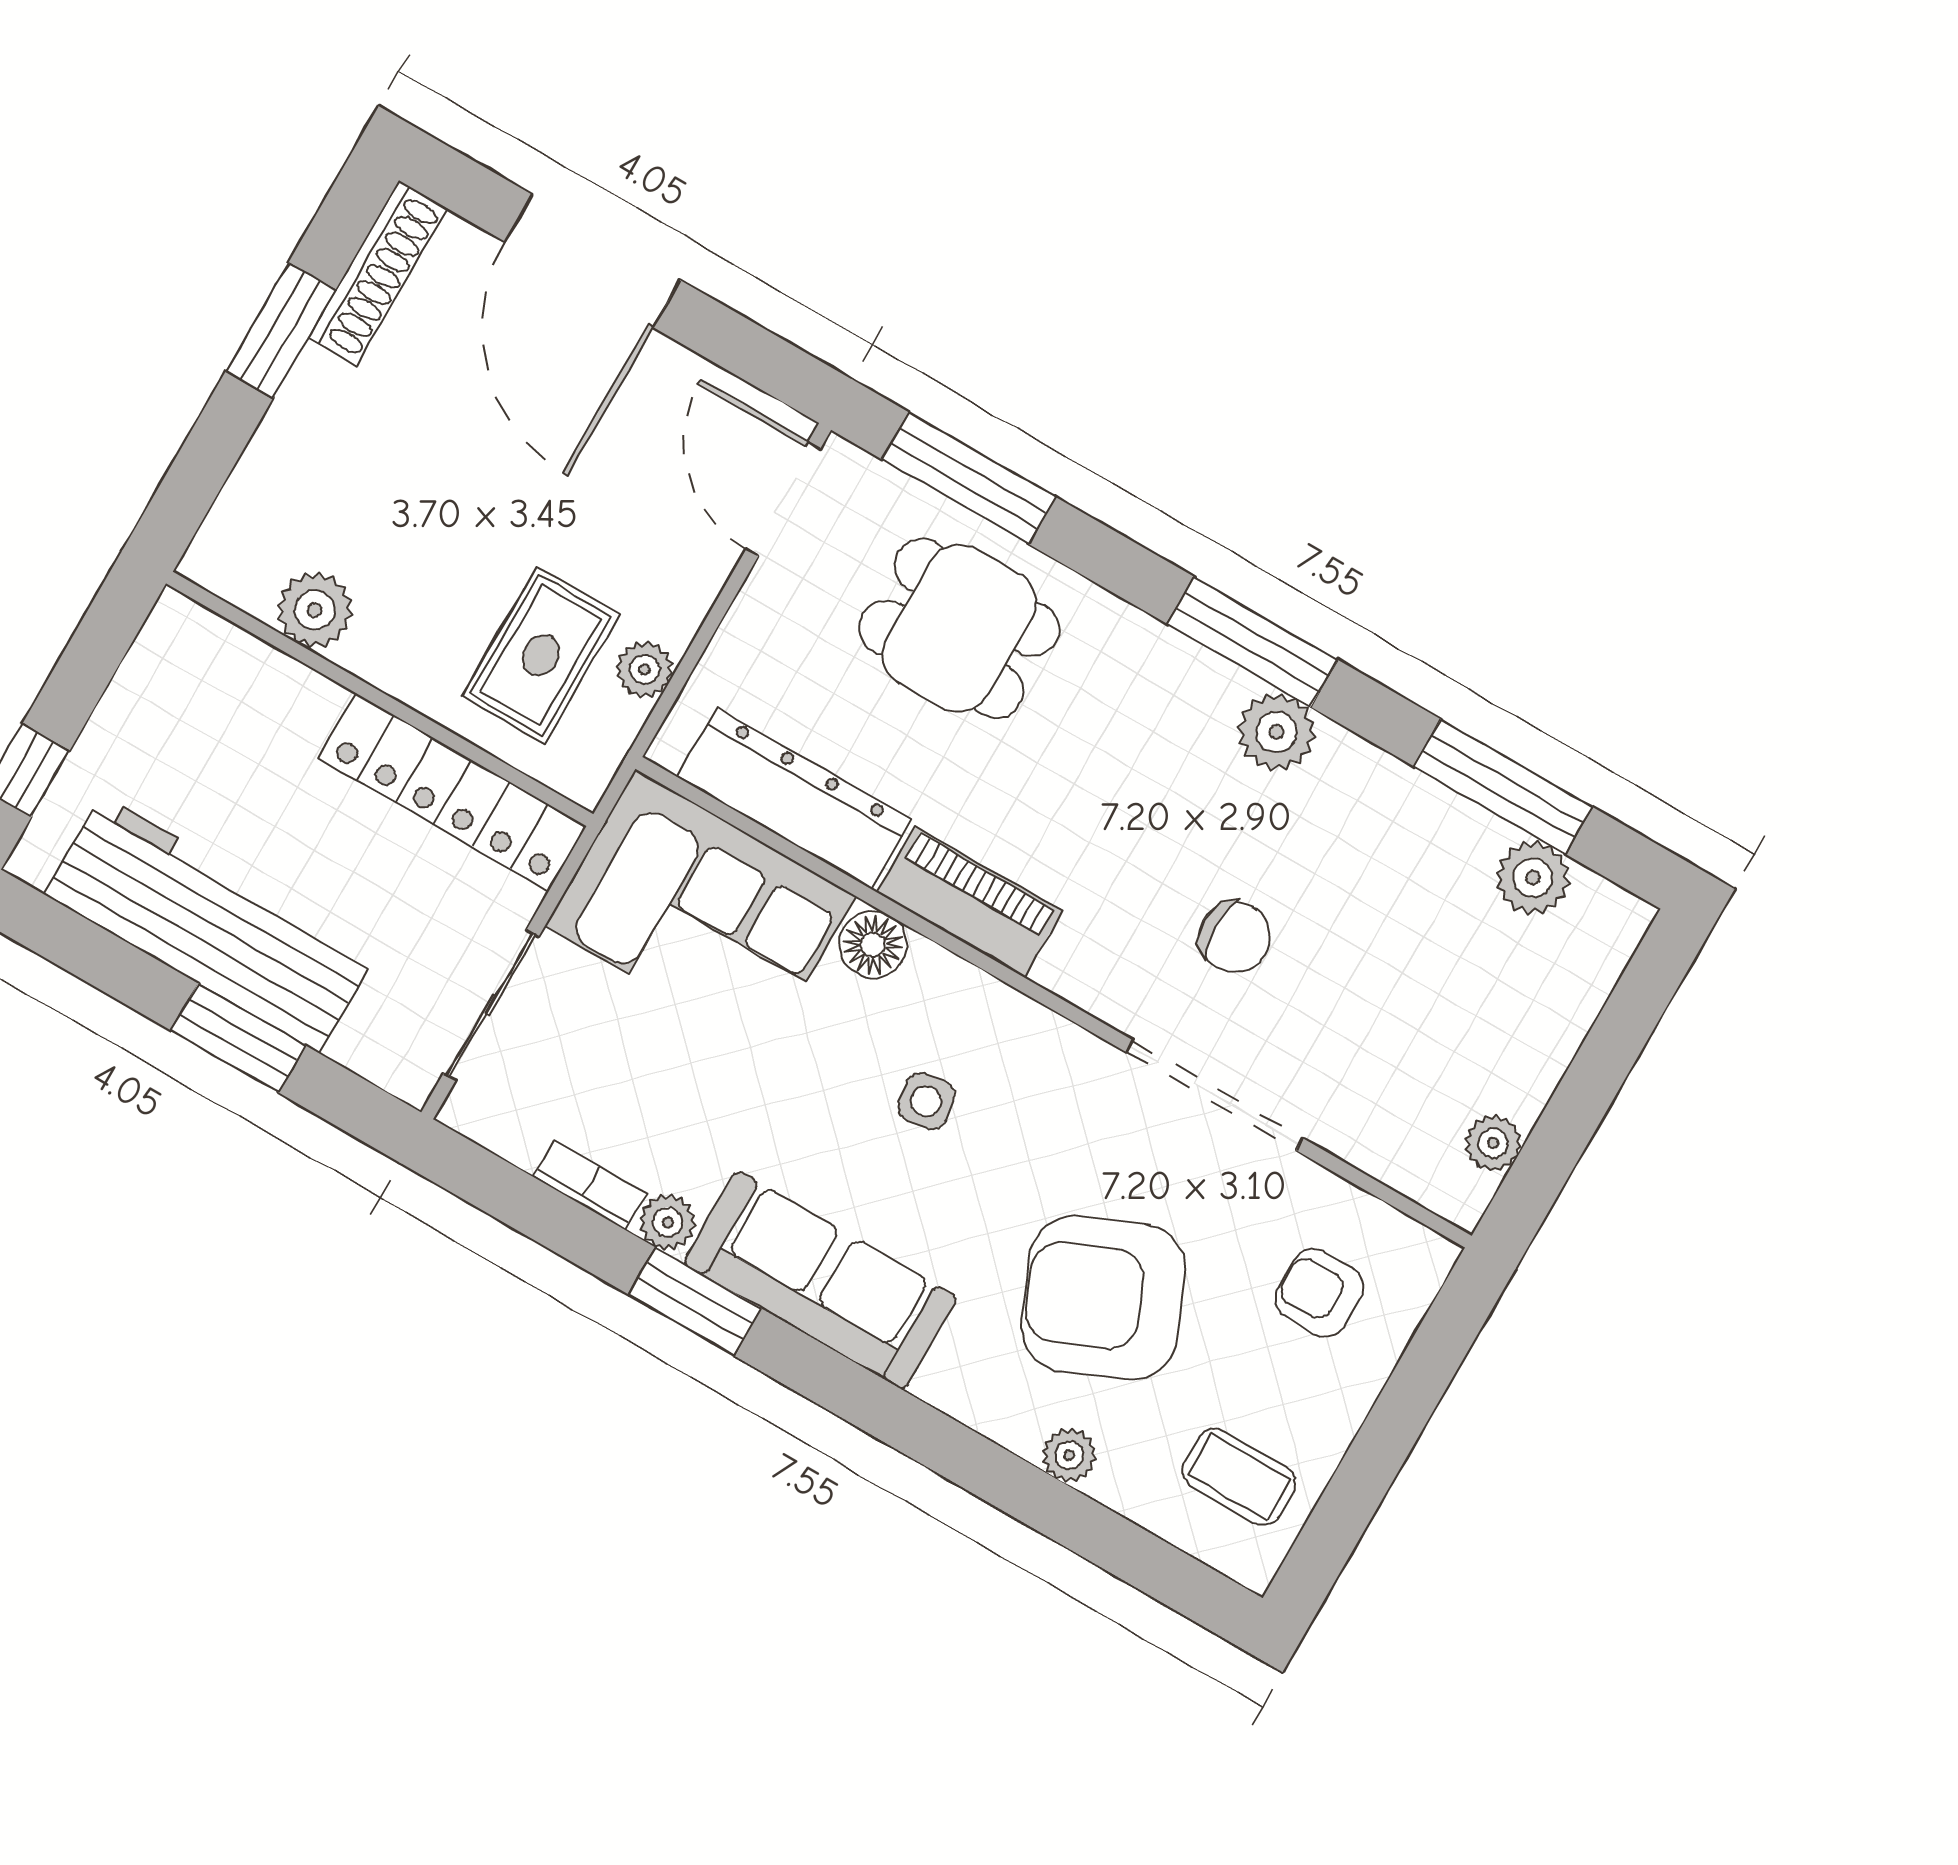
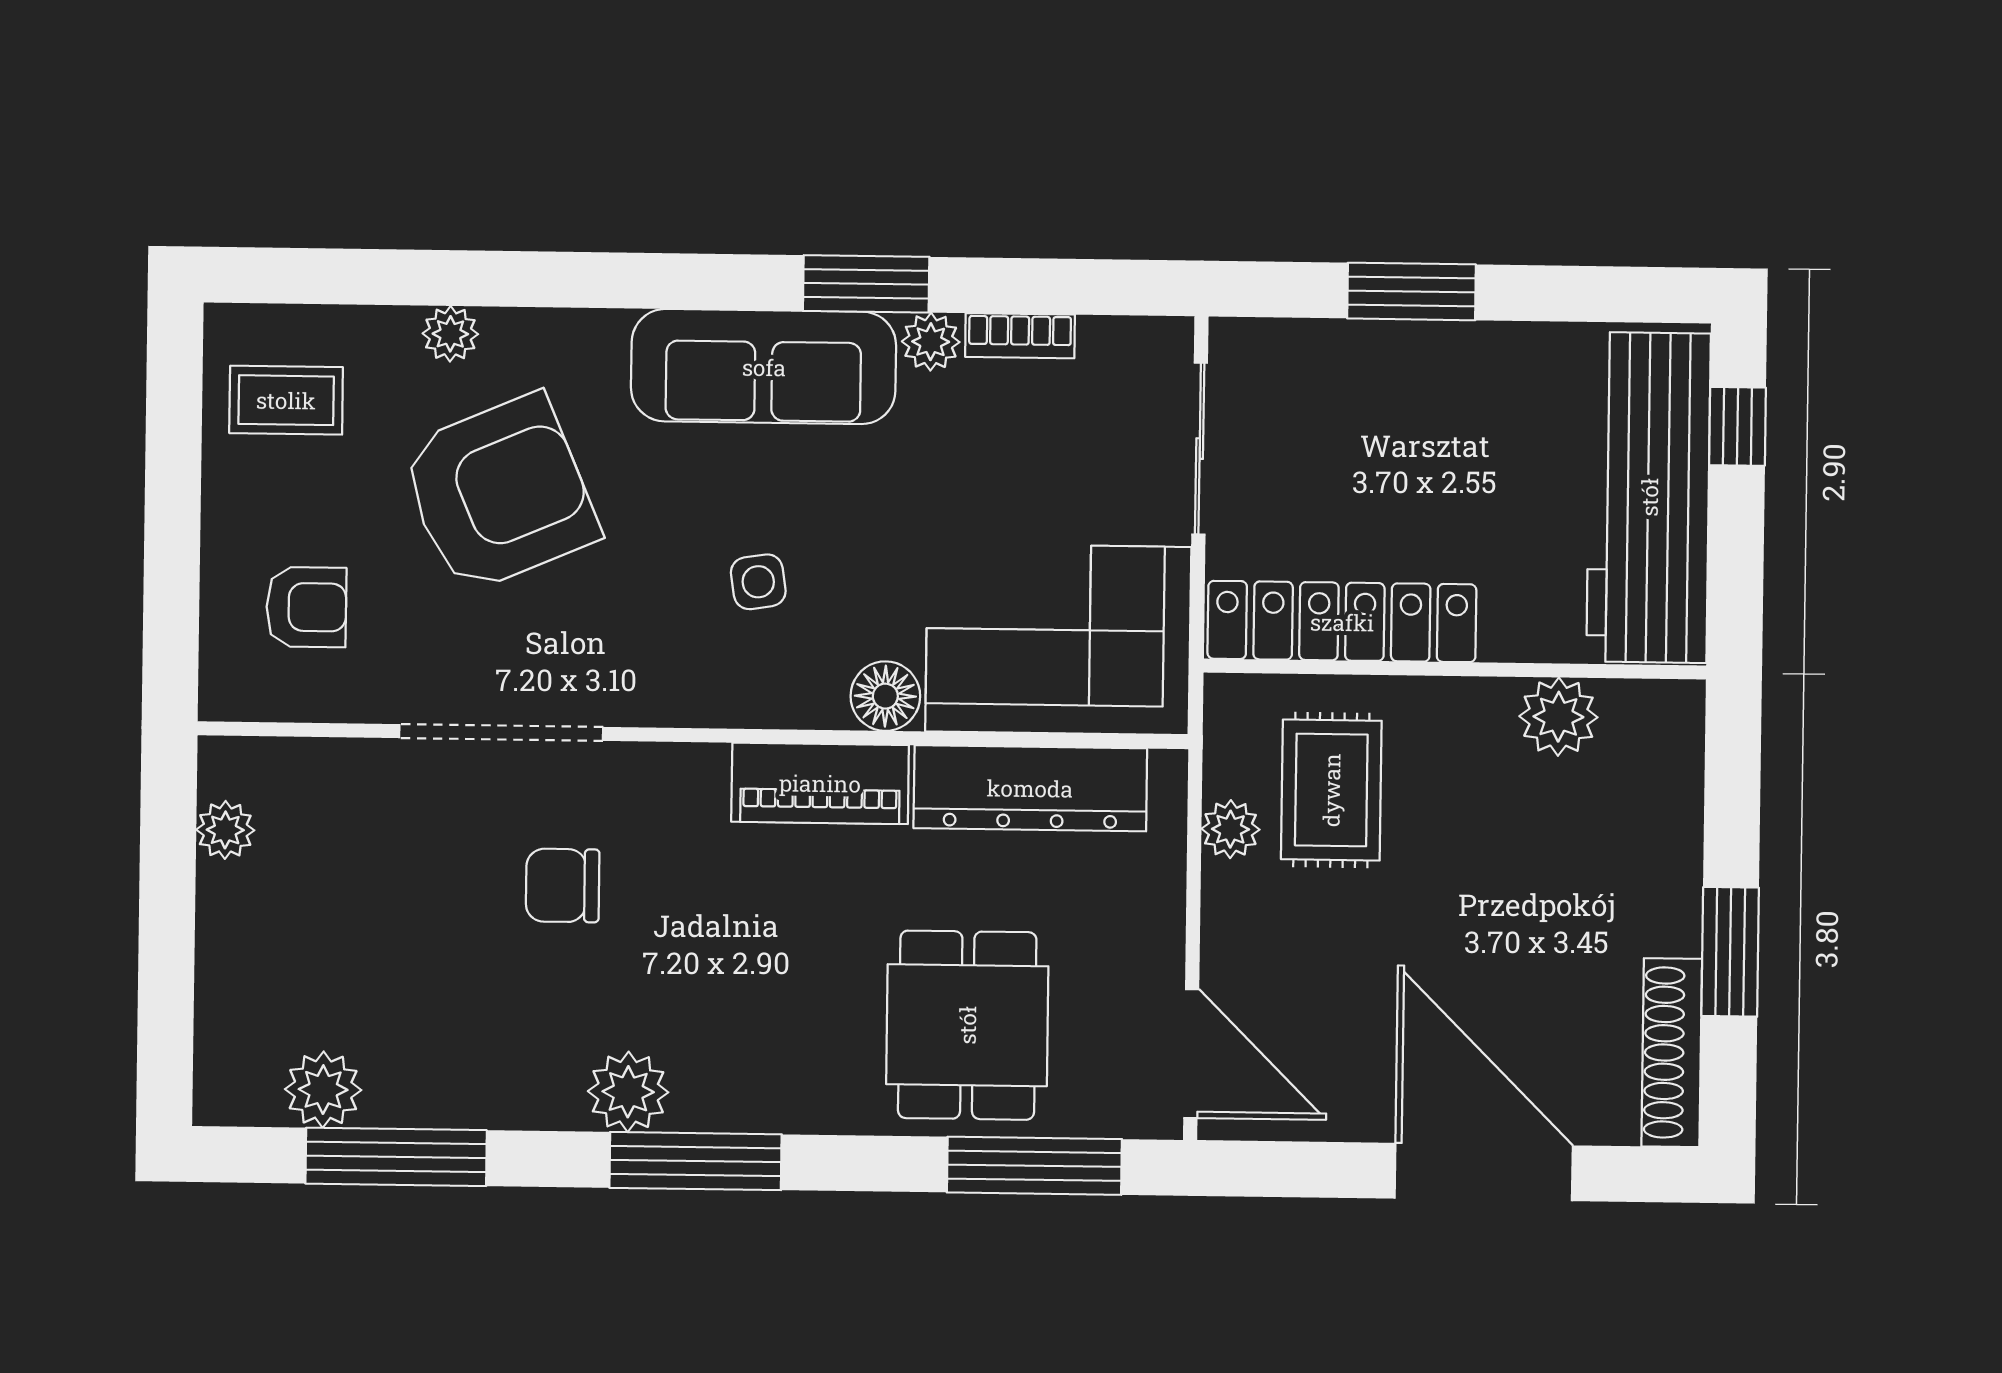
dining table: (959, 628) -> (967, 1025), turned 90
workbench: (210, 924) -> (1649, 497), moved, turned 90

